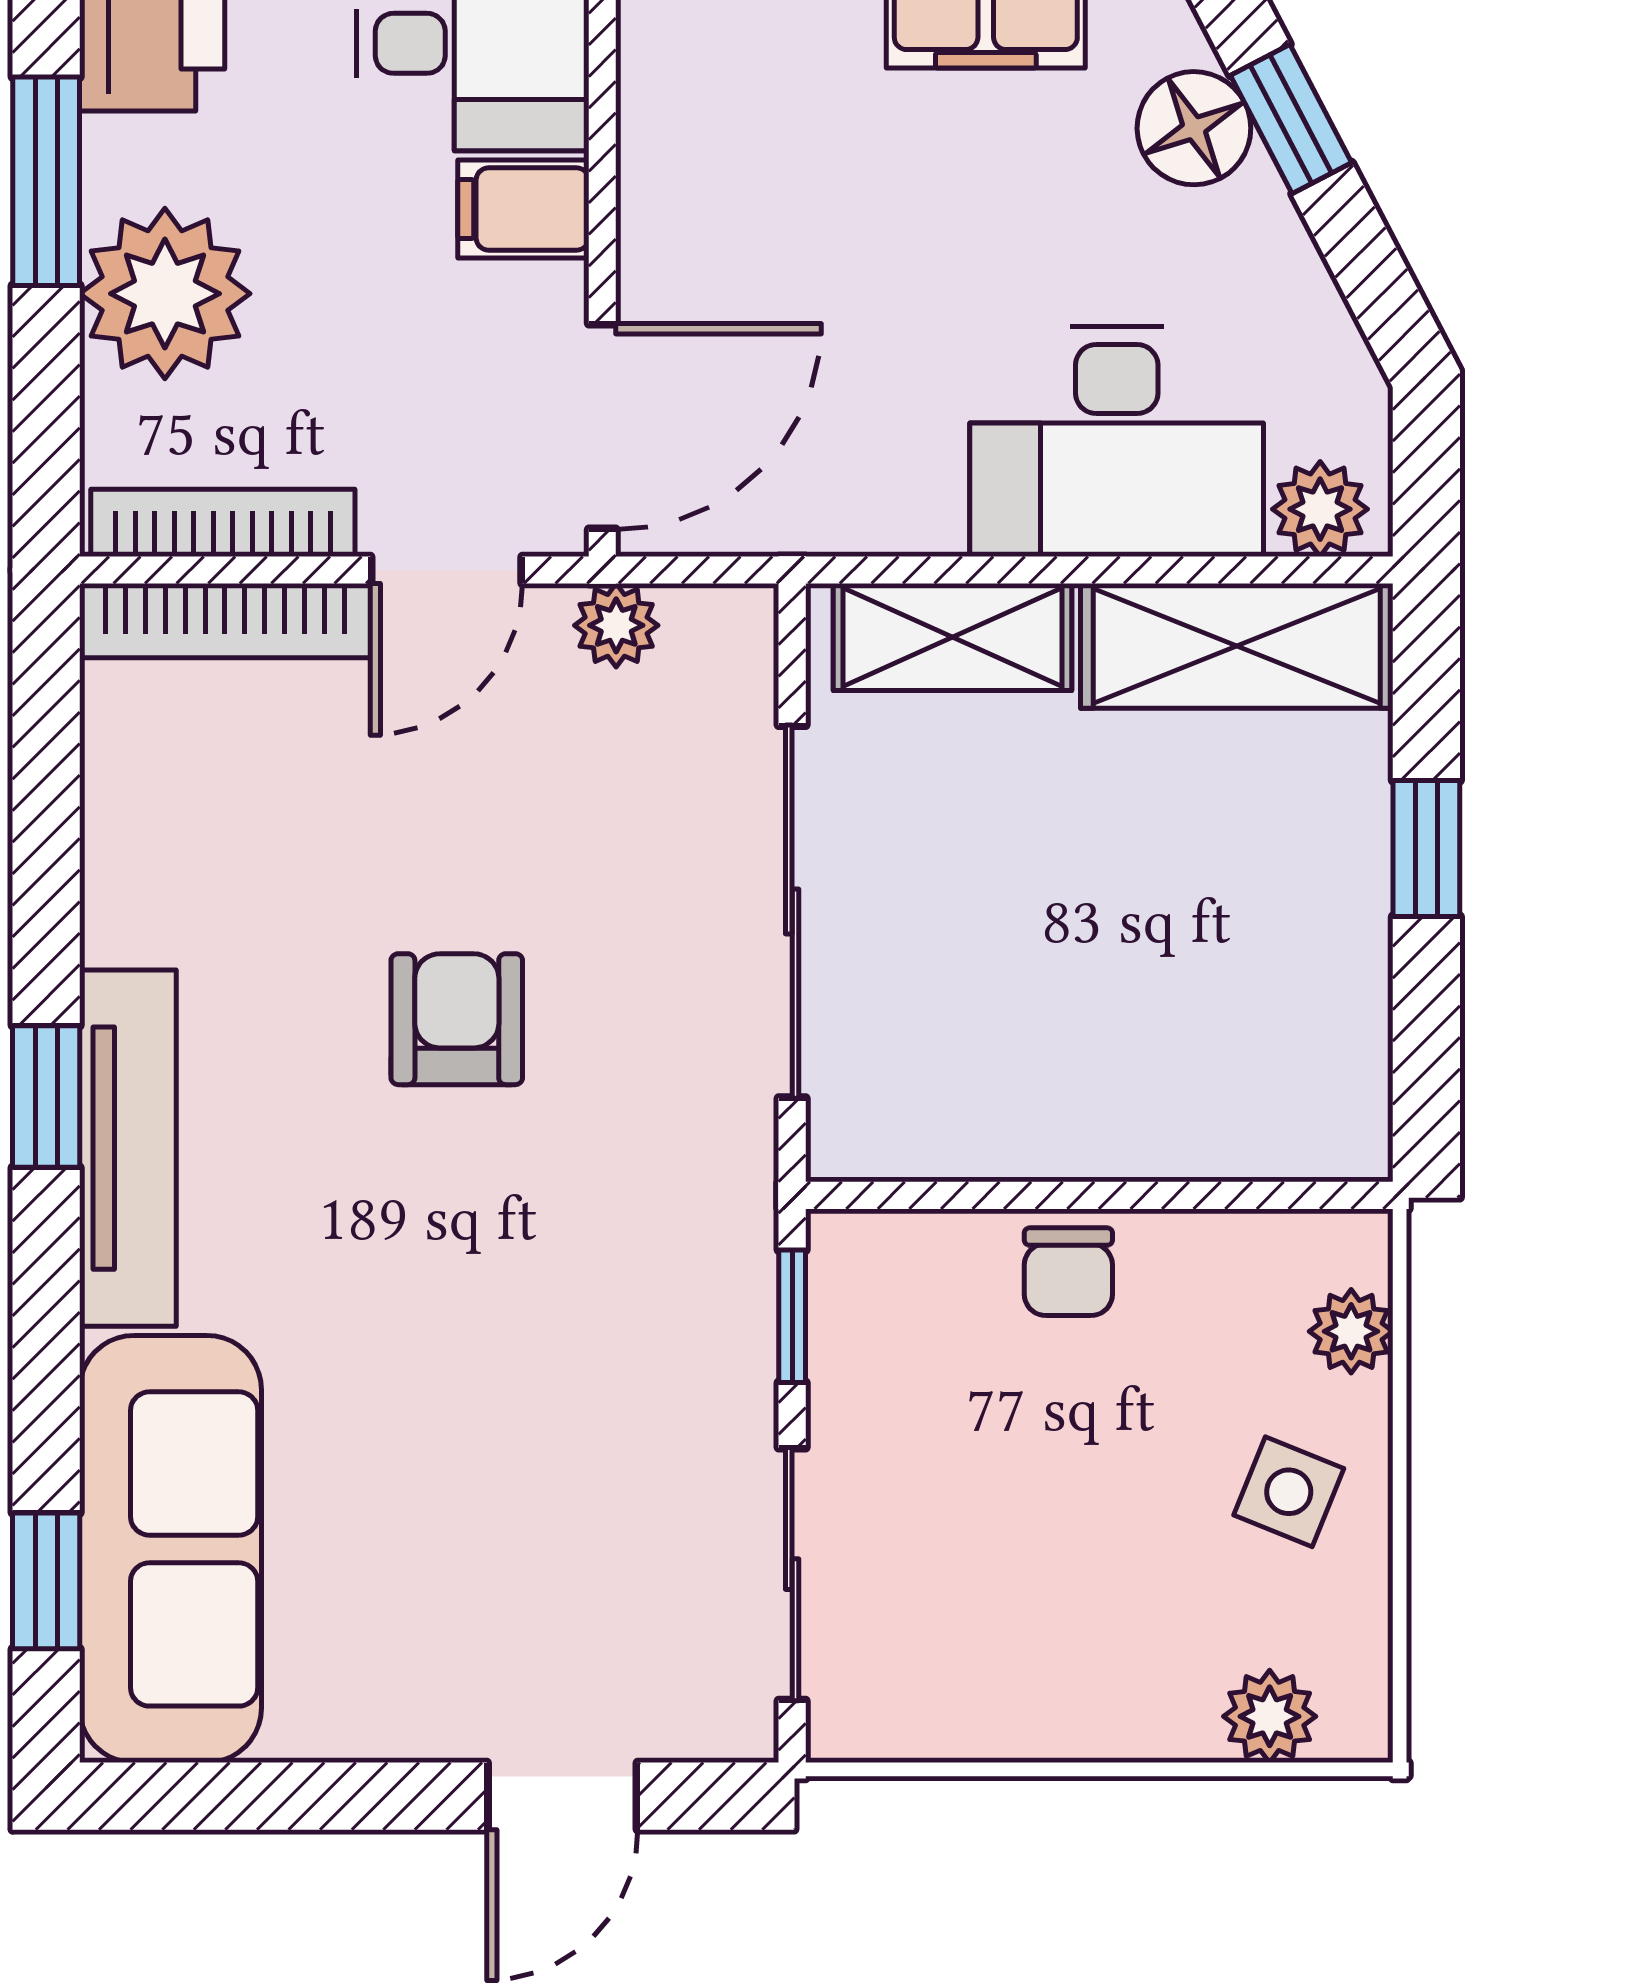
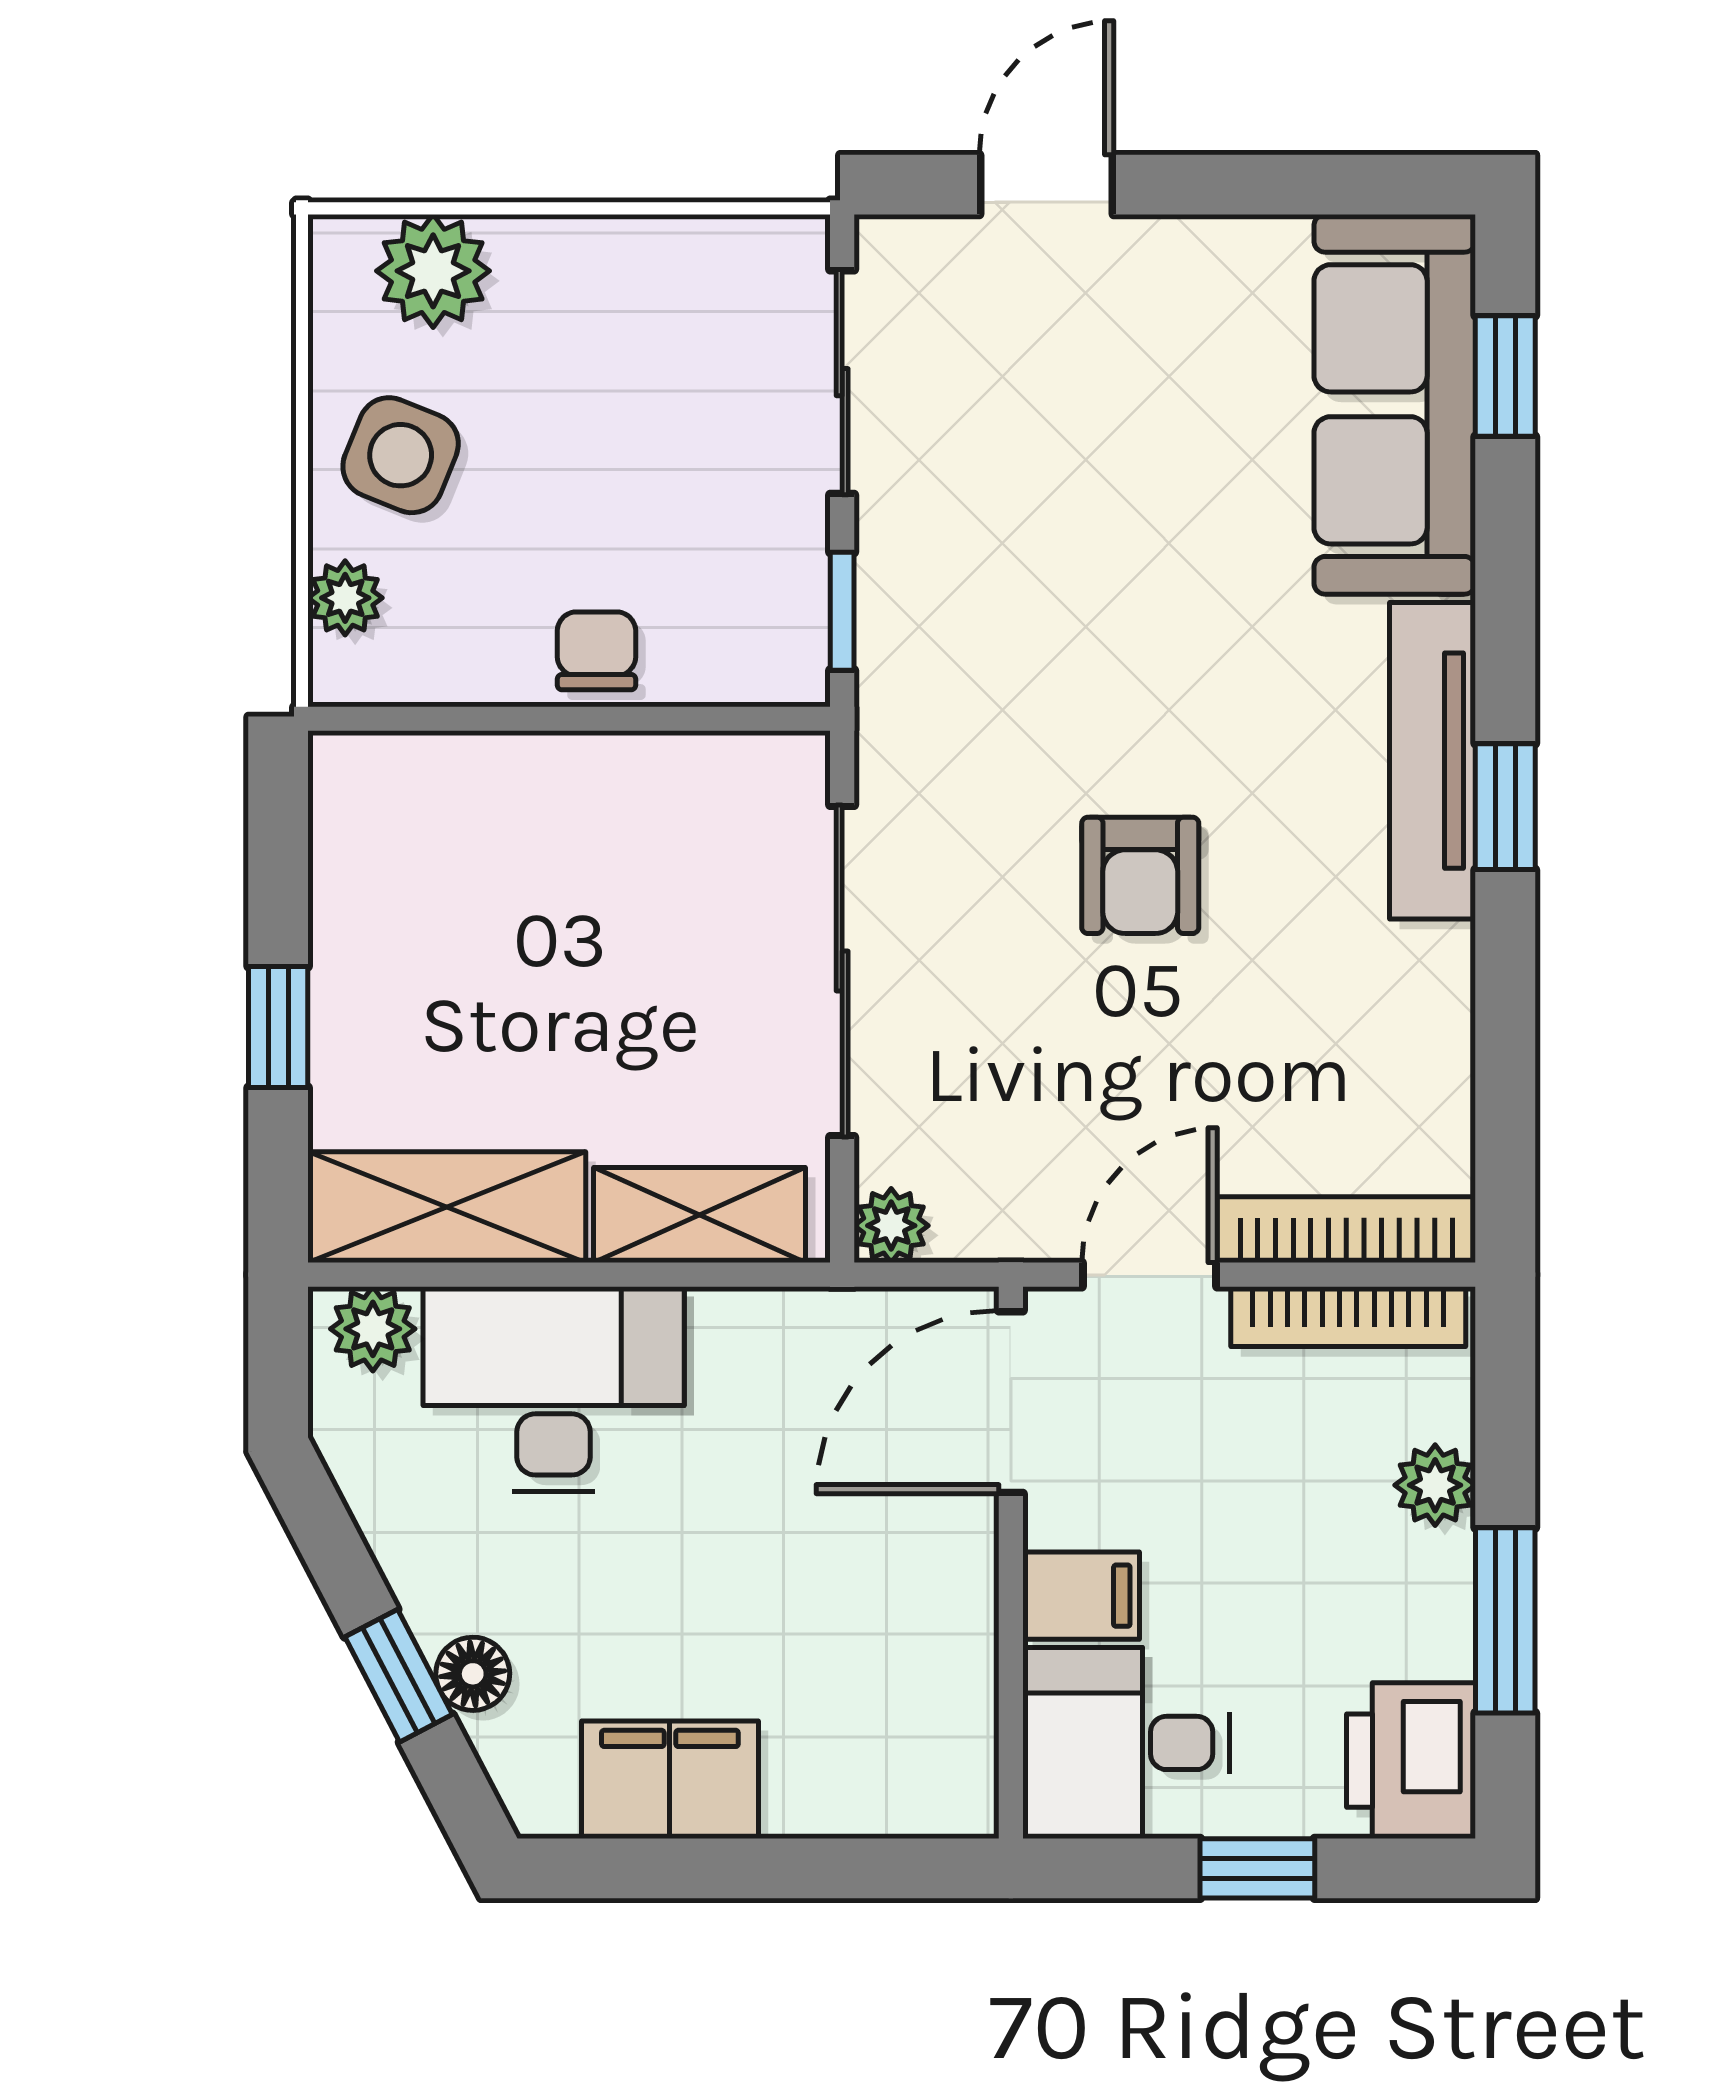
floor lamp: (1194, 128) -> (473, 1674), width x0.73, depth x0.73
plant: (165, 294) -> (1435, 1485), width x0.53, depth x0.53
plant: (616, 625) -> (891, 1226), moved
side table: (1289, 1492) -> (401, 455), width x1.37, depth x1.37
plant: (1270, 1716) -> (433, 271), width x1.38, depth x1.38

